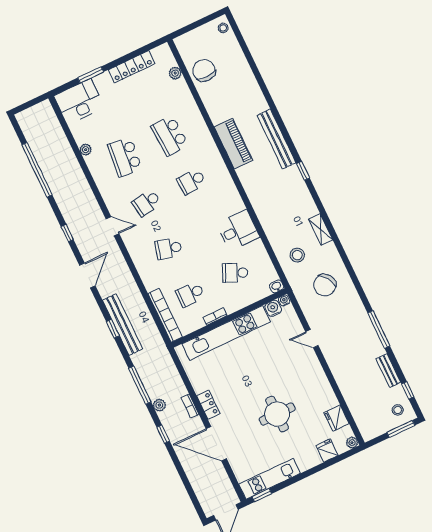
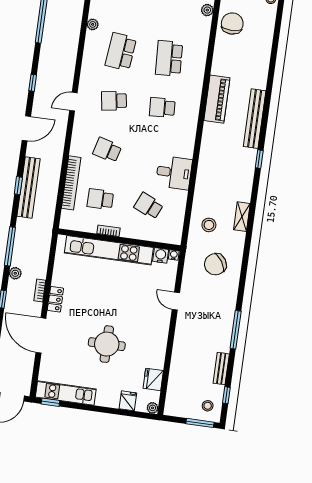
door: (113, 226) -> (73, 102), swing flipped
washbasin: (277, 286) -> (175, 239), removed
bookcase: (165, 315) -> (71, 183), moved

